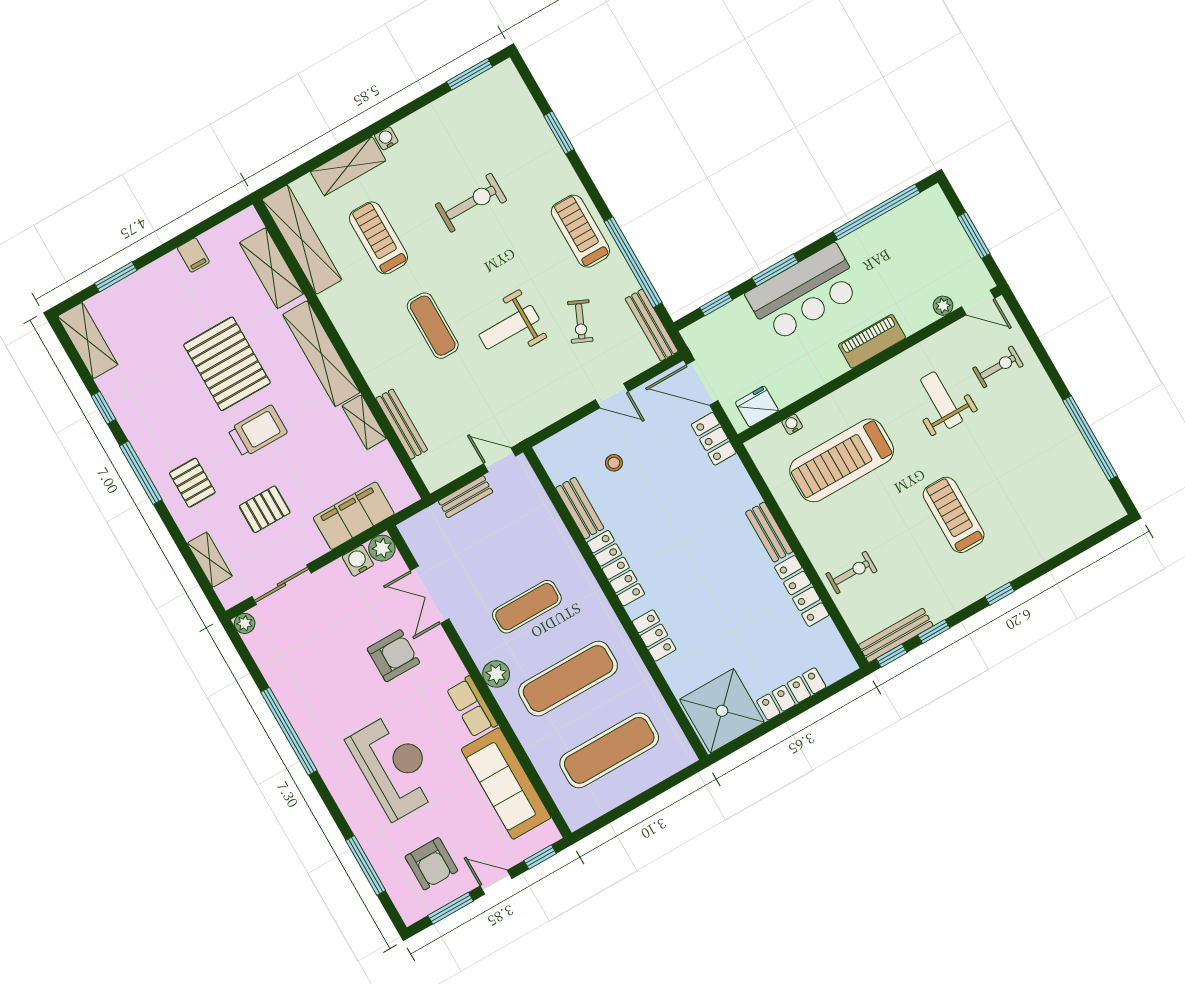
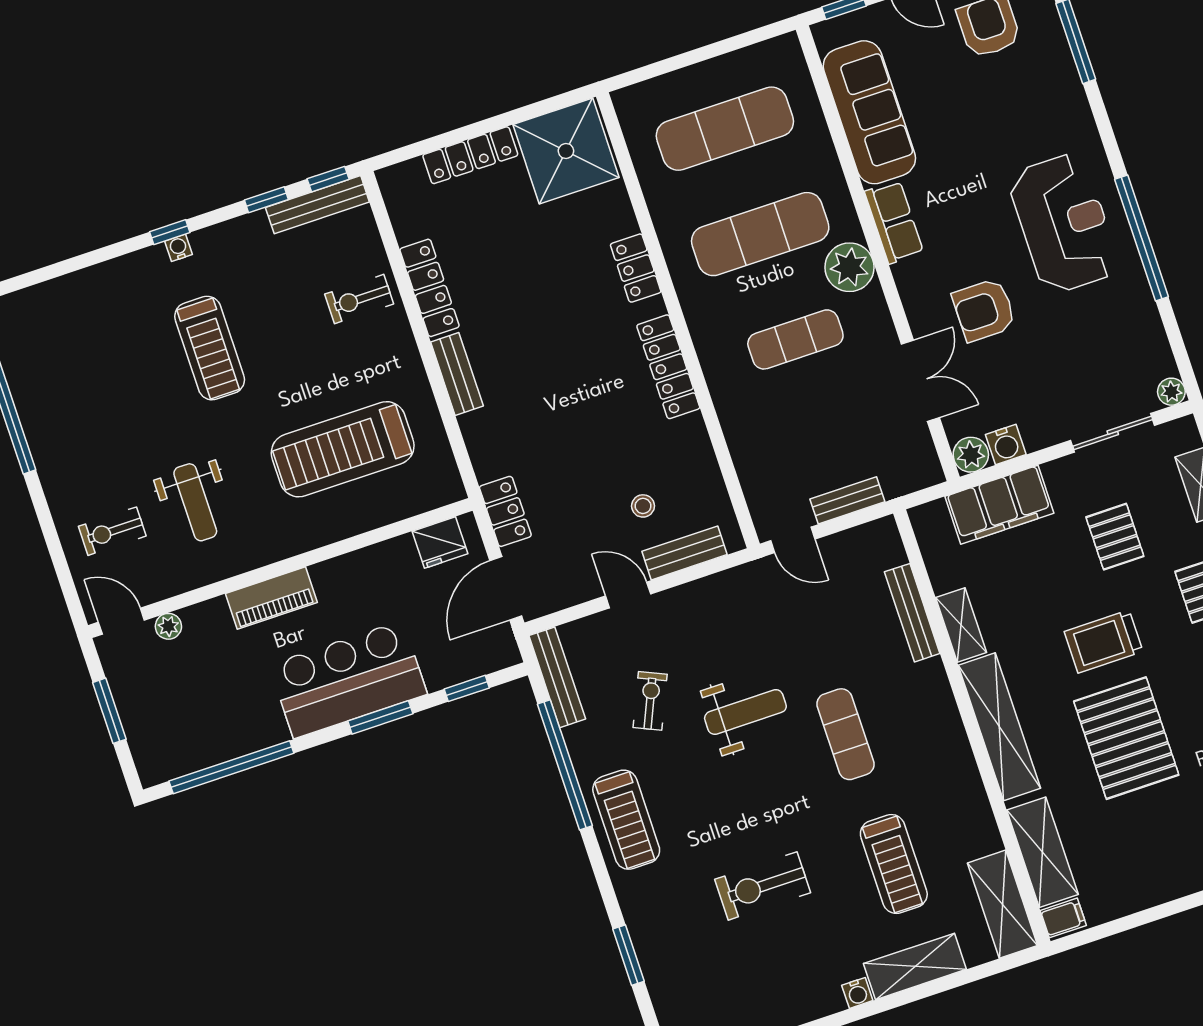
shelving: (302, 240) -> (1003, 904), width x0.68
filing cabinet: (193, 255) -> (1063, 918), moved, turned 90
door: (702, 383) -> (506, 588), swing flipped
water cooler: (792, 424) -> (179, 248), moved, turned 180
treadmill: (842, 460) -> (343, 449), turned 180
bench: (580, 508) -> (684, 553), moved, turned 90
pallet: (265, 509) -> (1115, 537), turned 90
plant: (496, 674) -> (849, 267), width x1.36, depth x1.36
reception desk: (394, 766) -> (1064, 223), moved, turned 180

